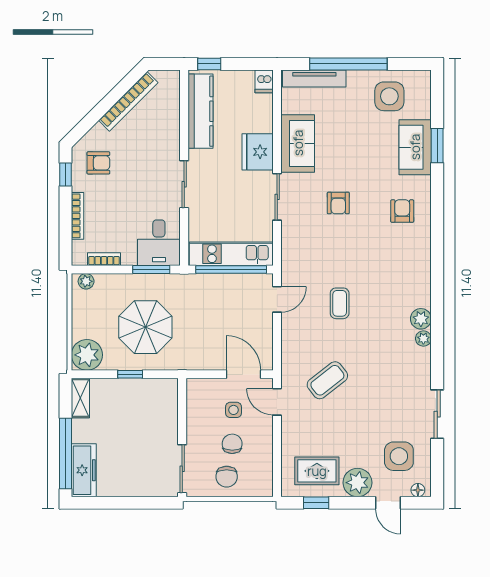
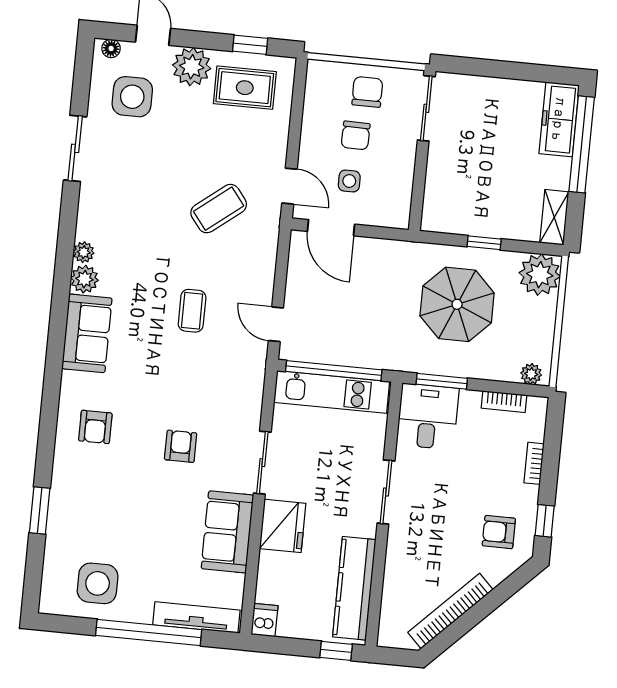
sofa: (415, 147) -> (87, 333), moved
bookcase: (77, 216) -> (534, 463), width x0.64
door: (277, 299) -> (276, 324), hinge flipped

